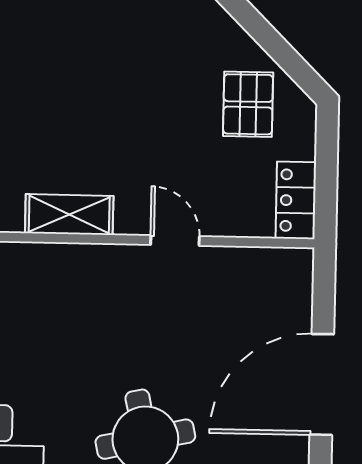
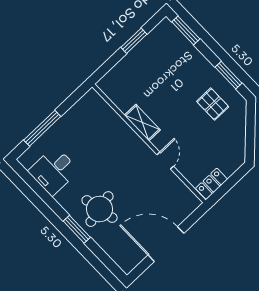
pallet: (248, 104) -> (213, 104), moved, turned 90

